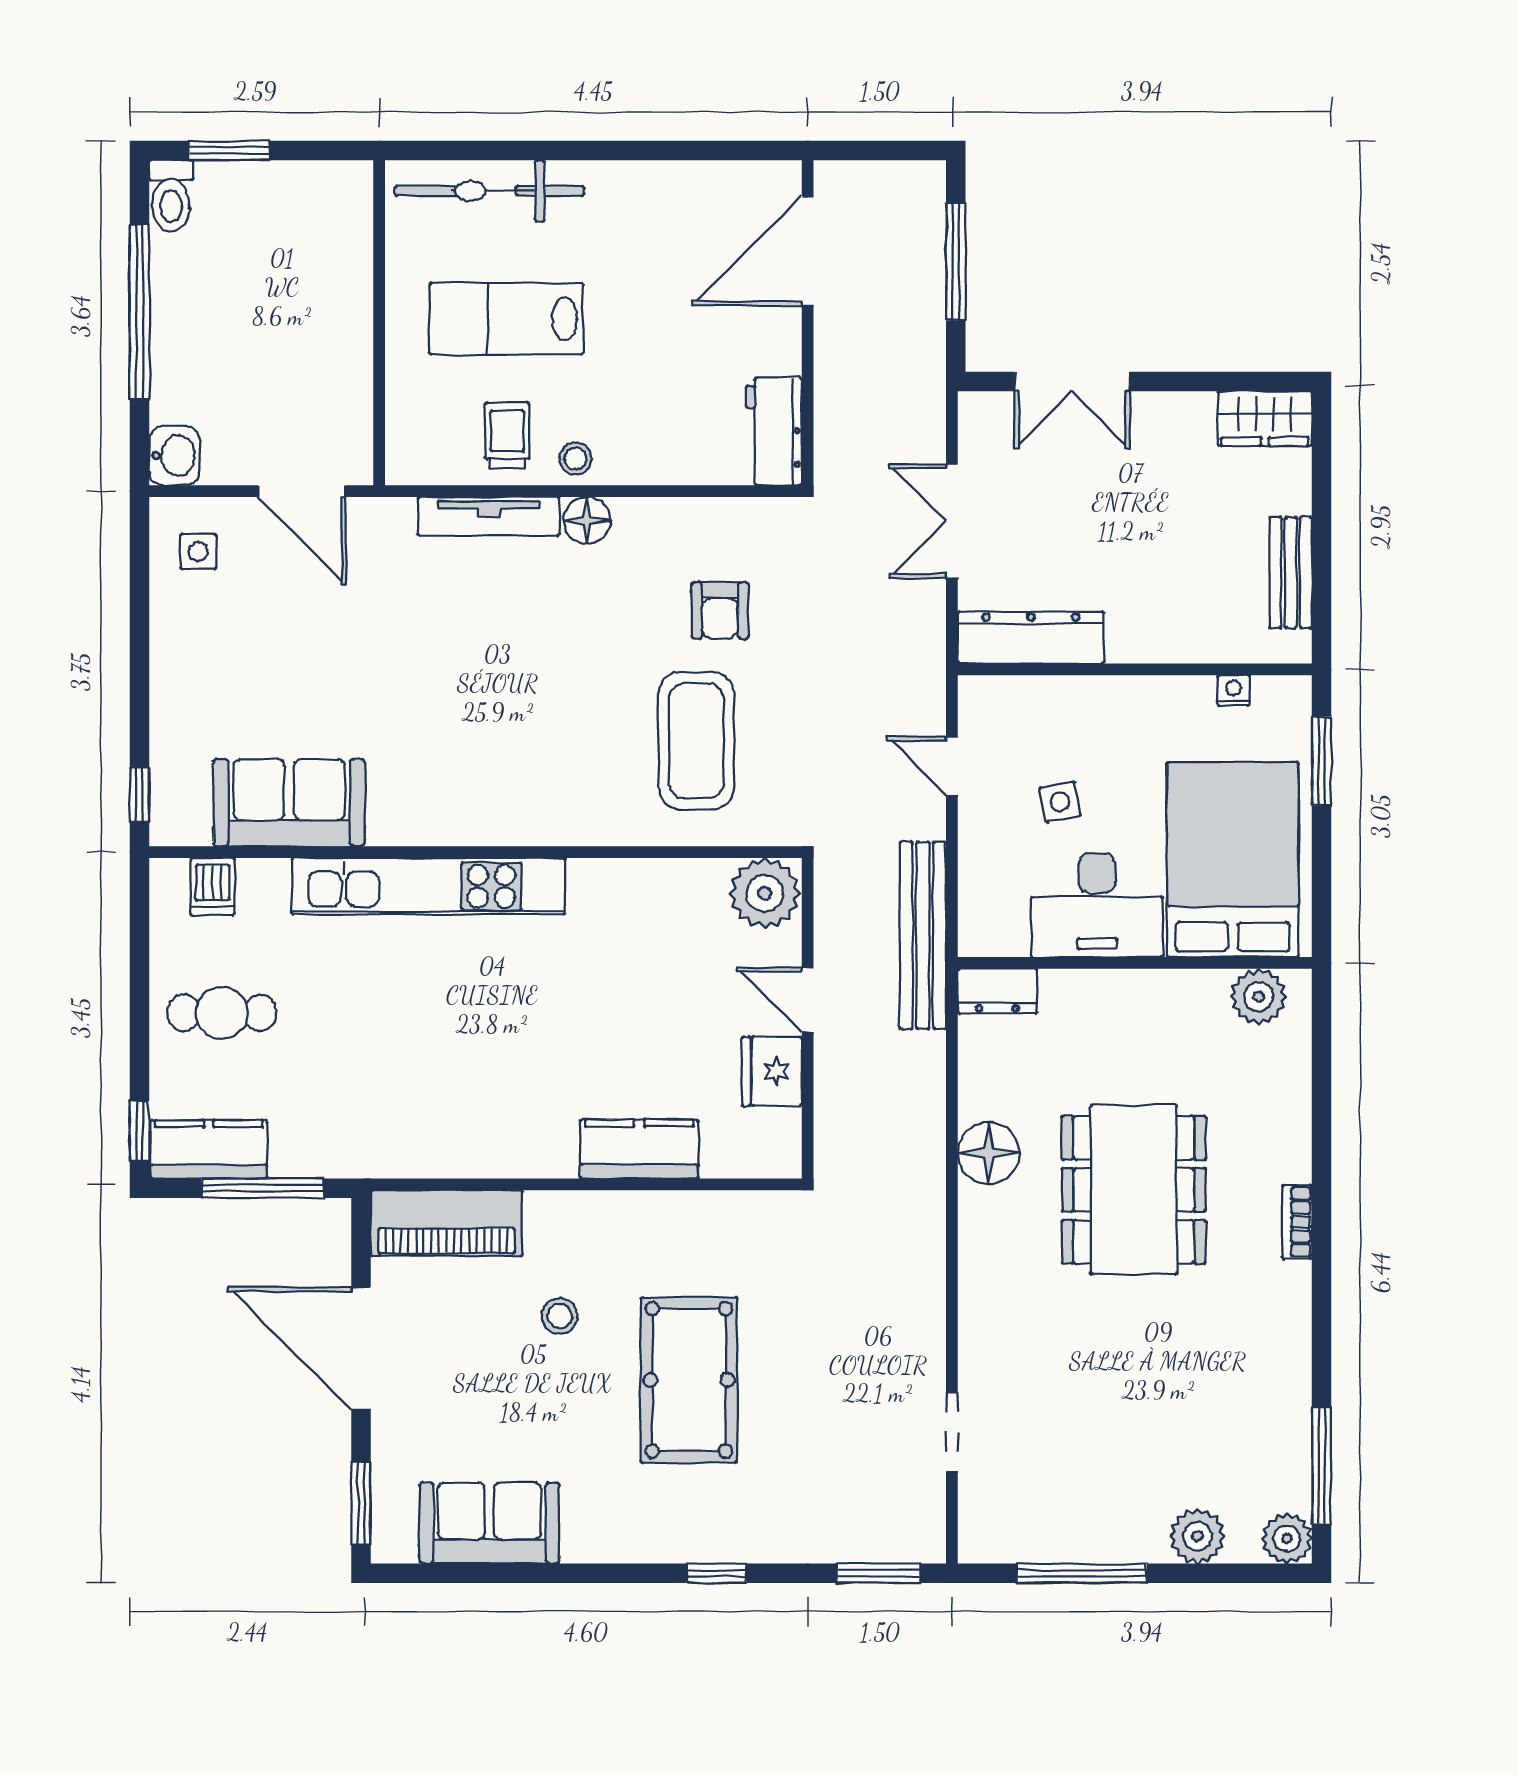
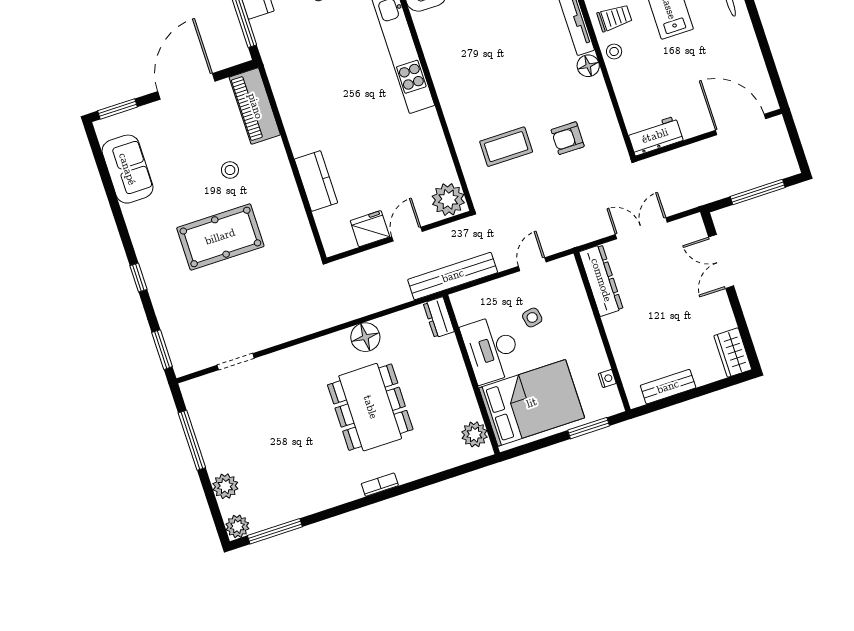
coffee table: (696, 741) -> (506, 147), width x0.73, depth x0.76
dining table: (1134, 1190) -> (370, 407), turned 90

